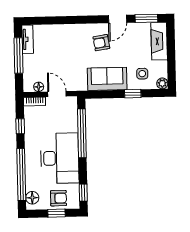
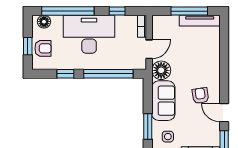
tv unit: (28, 39) -> (200, 21), width x1.41
floor lamp: (39, 87) -> (161, 70), moved, width x1.89, depth x1.89
window: (133, 94) -> (148, 126), width x1.50
desk: (60, 158) -> (89, 34), moved, turned 180
window: (83, 193) -> (65, 74), moved
armchair: (58, 198) -> (43, 48), turned -90

